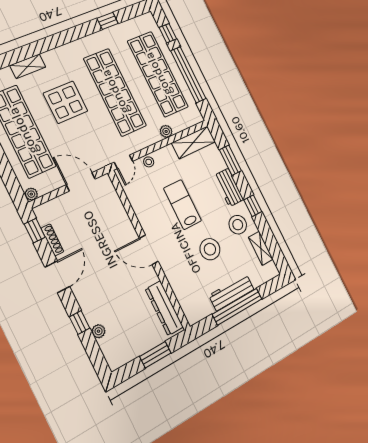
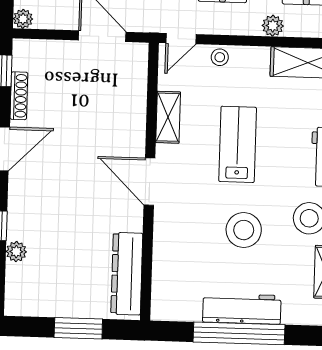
shelving: (140, 209) -> (168, 117), added

